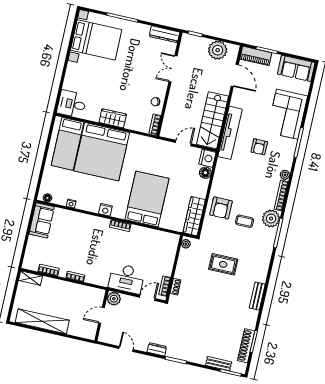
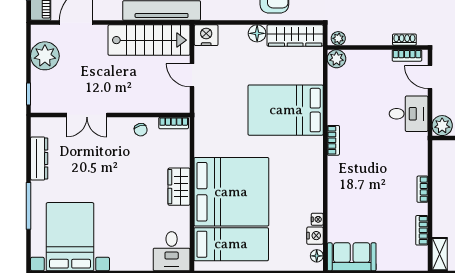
dresser: (164, 34) -> (39, 158), moved
floor lamp: (205, 173) -> (257, 33), moved
nightstand: (105, 210) -> (315, 236), moved
plant: (173, 240) -> (336, 59), added
desk: (127, 279) -> (409, 114), width x0.73

